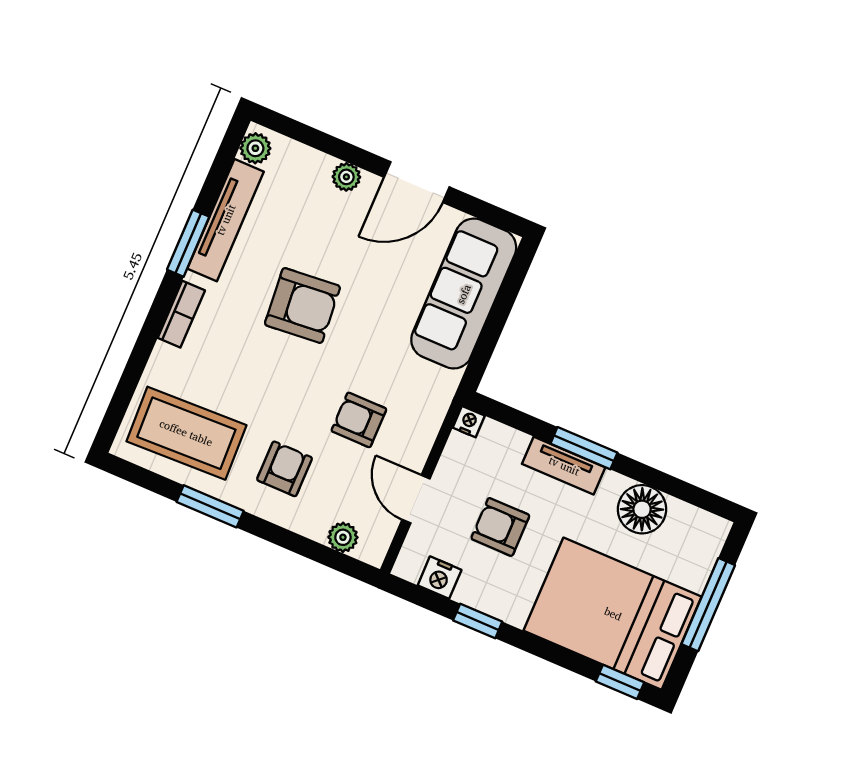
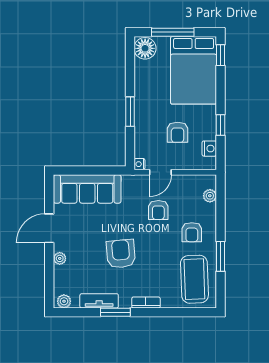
door: (417, 182) -> (49, 228), swing flipped
tv unit: (226, 220) -> (99, 301), width x0.71
tv unit: (564, 466) -> (141, 117), removed
armchair: (285, 469) -> (192, 232), turned -90
door: (416, 499) -> (160, 172), moved
floor lamp: (642, 509) -> (145, 48), moved

